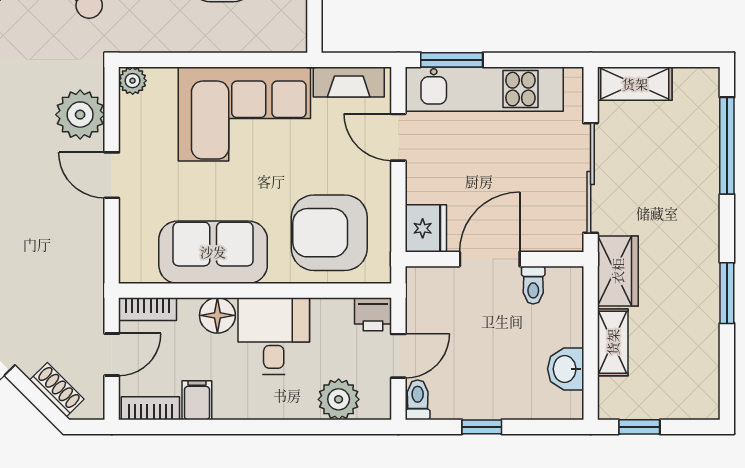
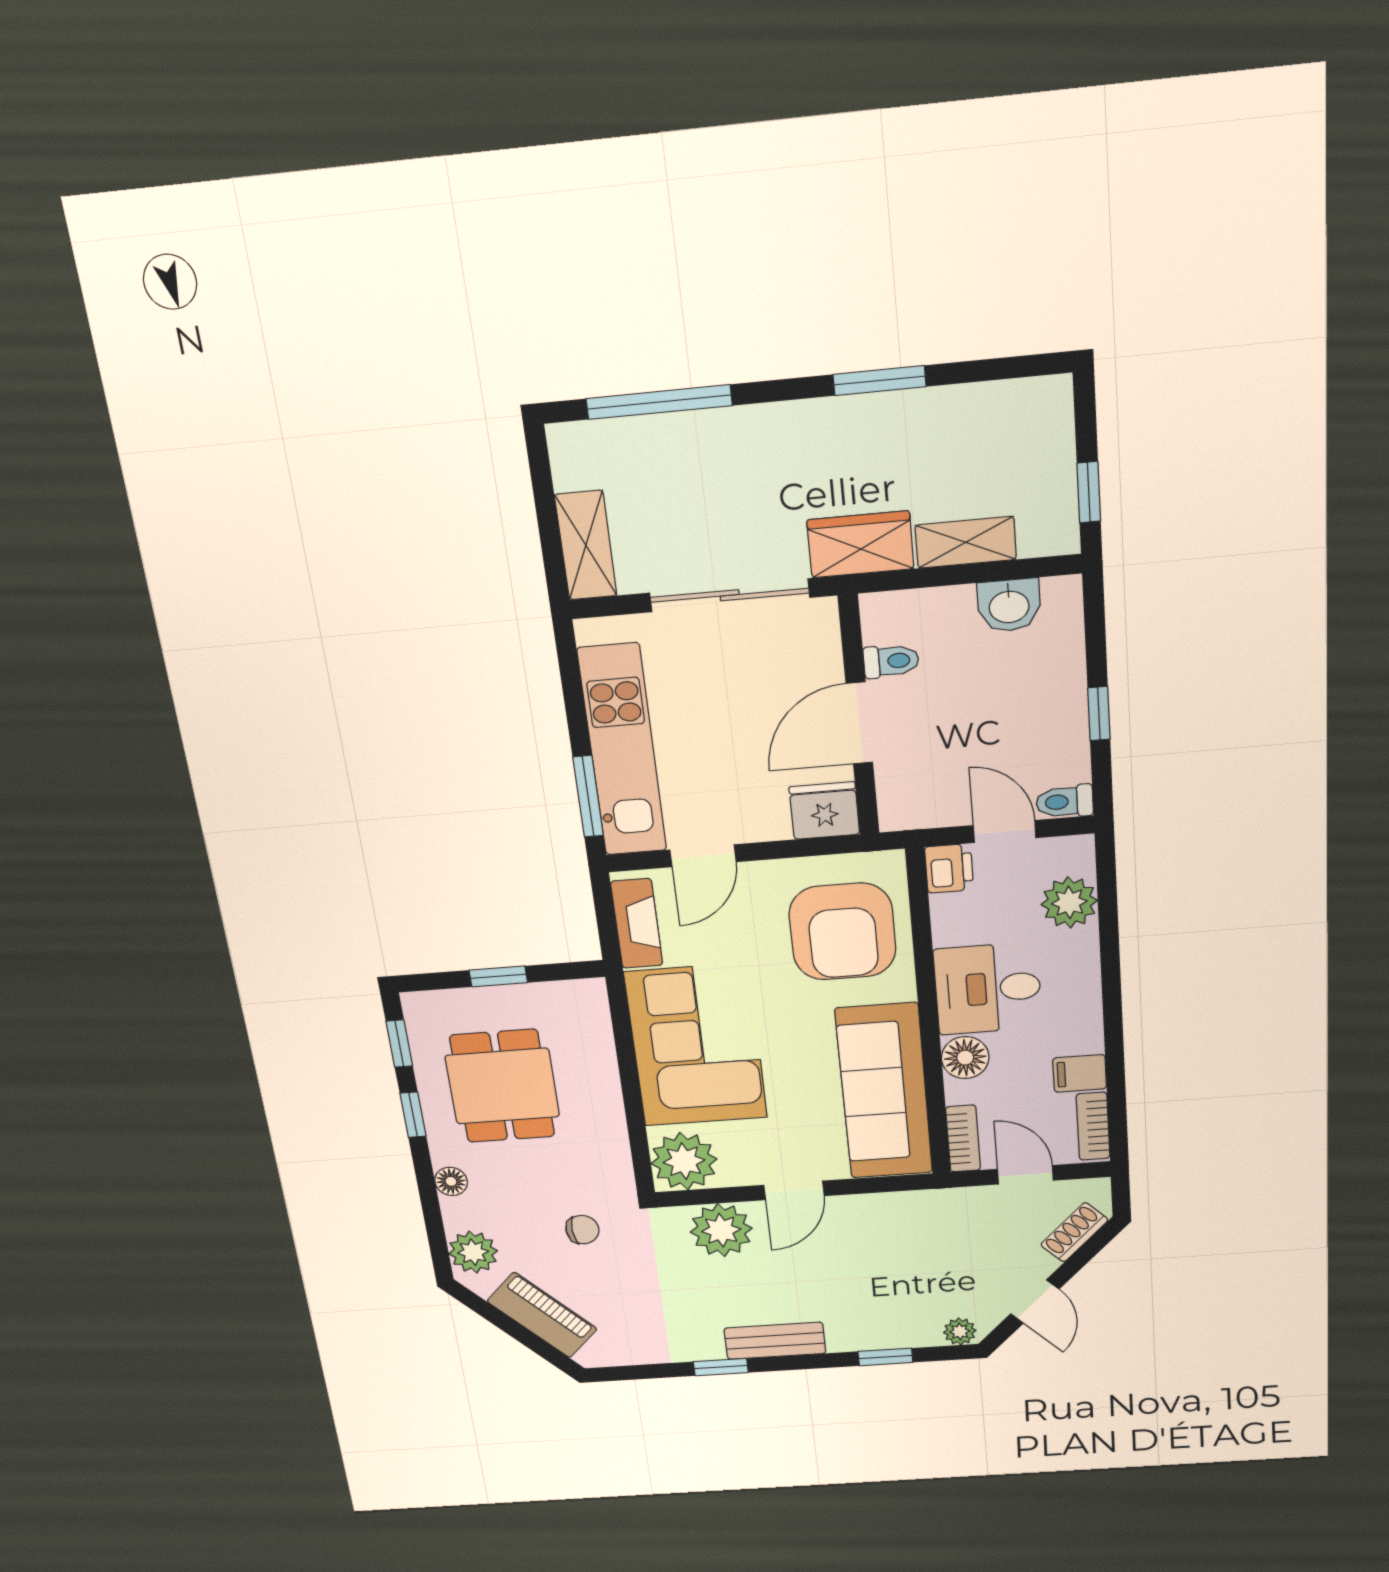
plant: (133, 81) -> (684, 1161), width x1.88, depth x1.88
sofa: (213, 252) -> (884, 1091), width x1.36
door: (490, 259) -> (859, 723), hinge flipped

